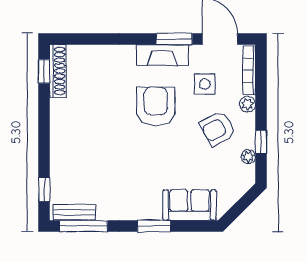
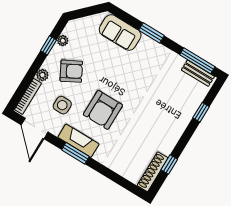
window: (174, 39) -> (75, 153), moved
window: (44, 71) -> (169, 165), moved
window: (44, 190) -> (201, 112), moved

